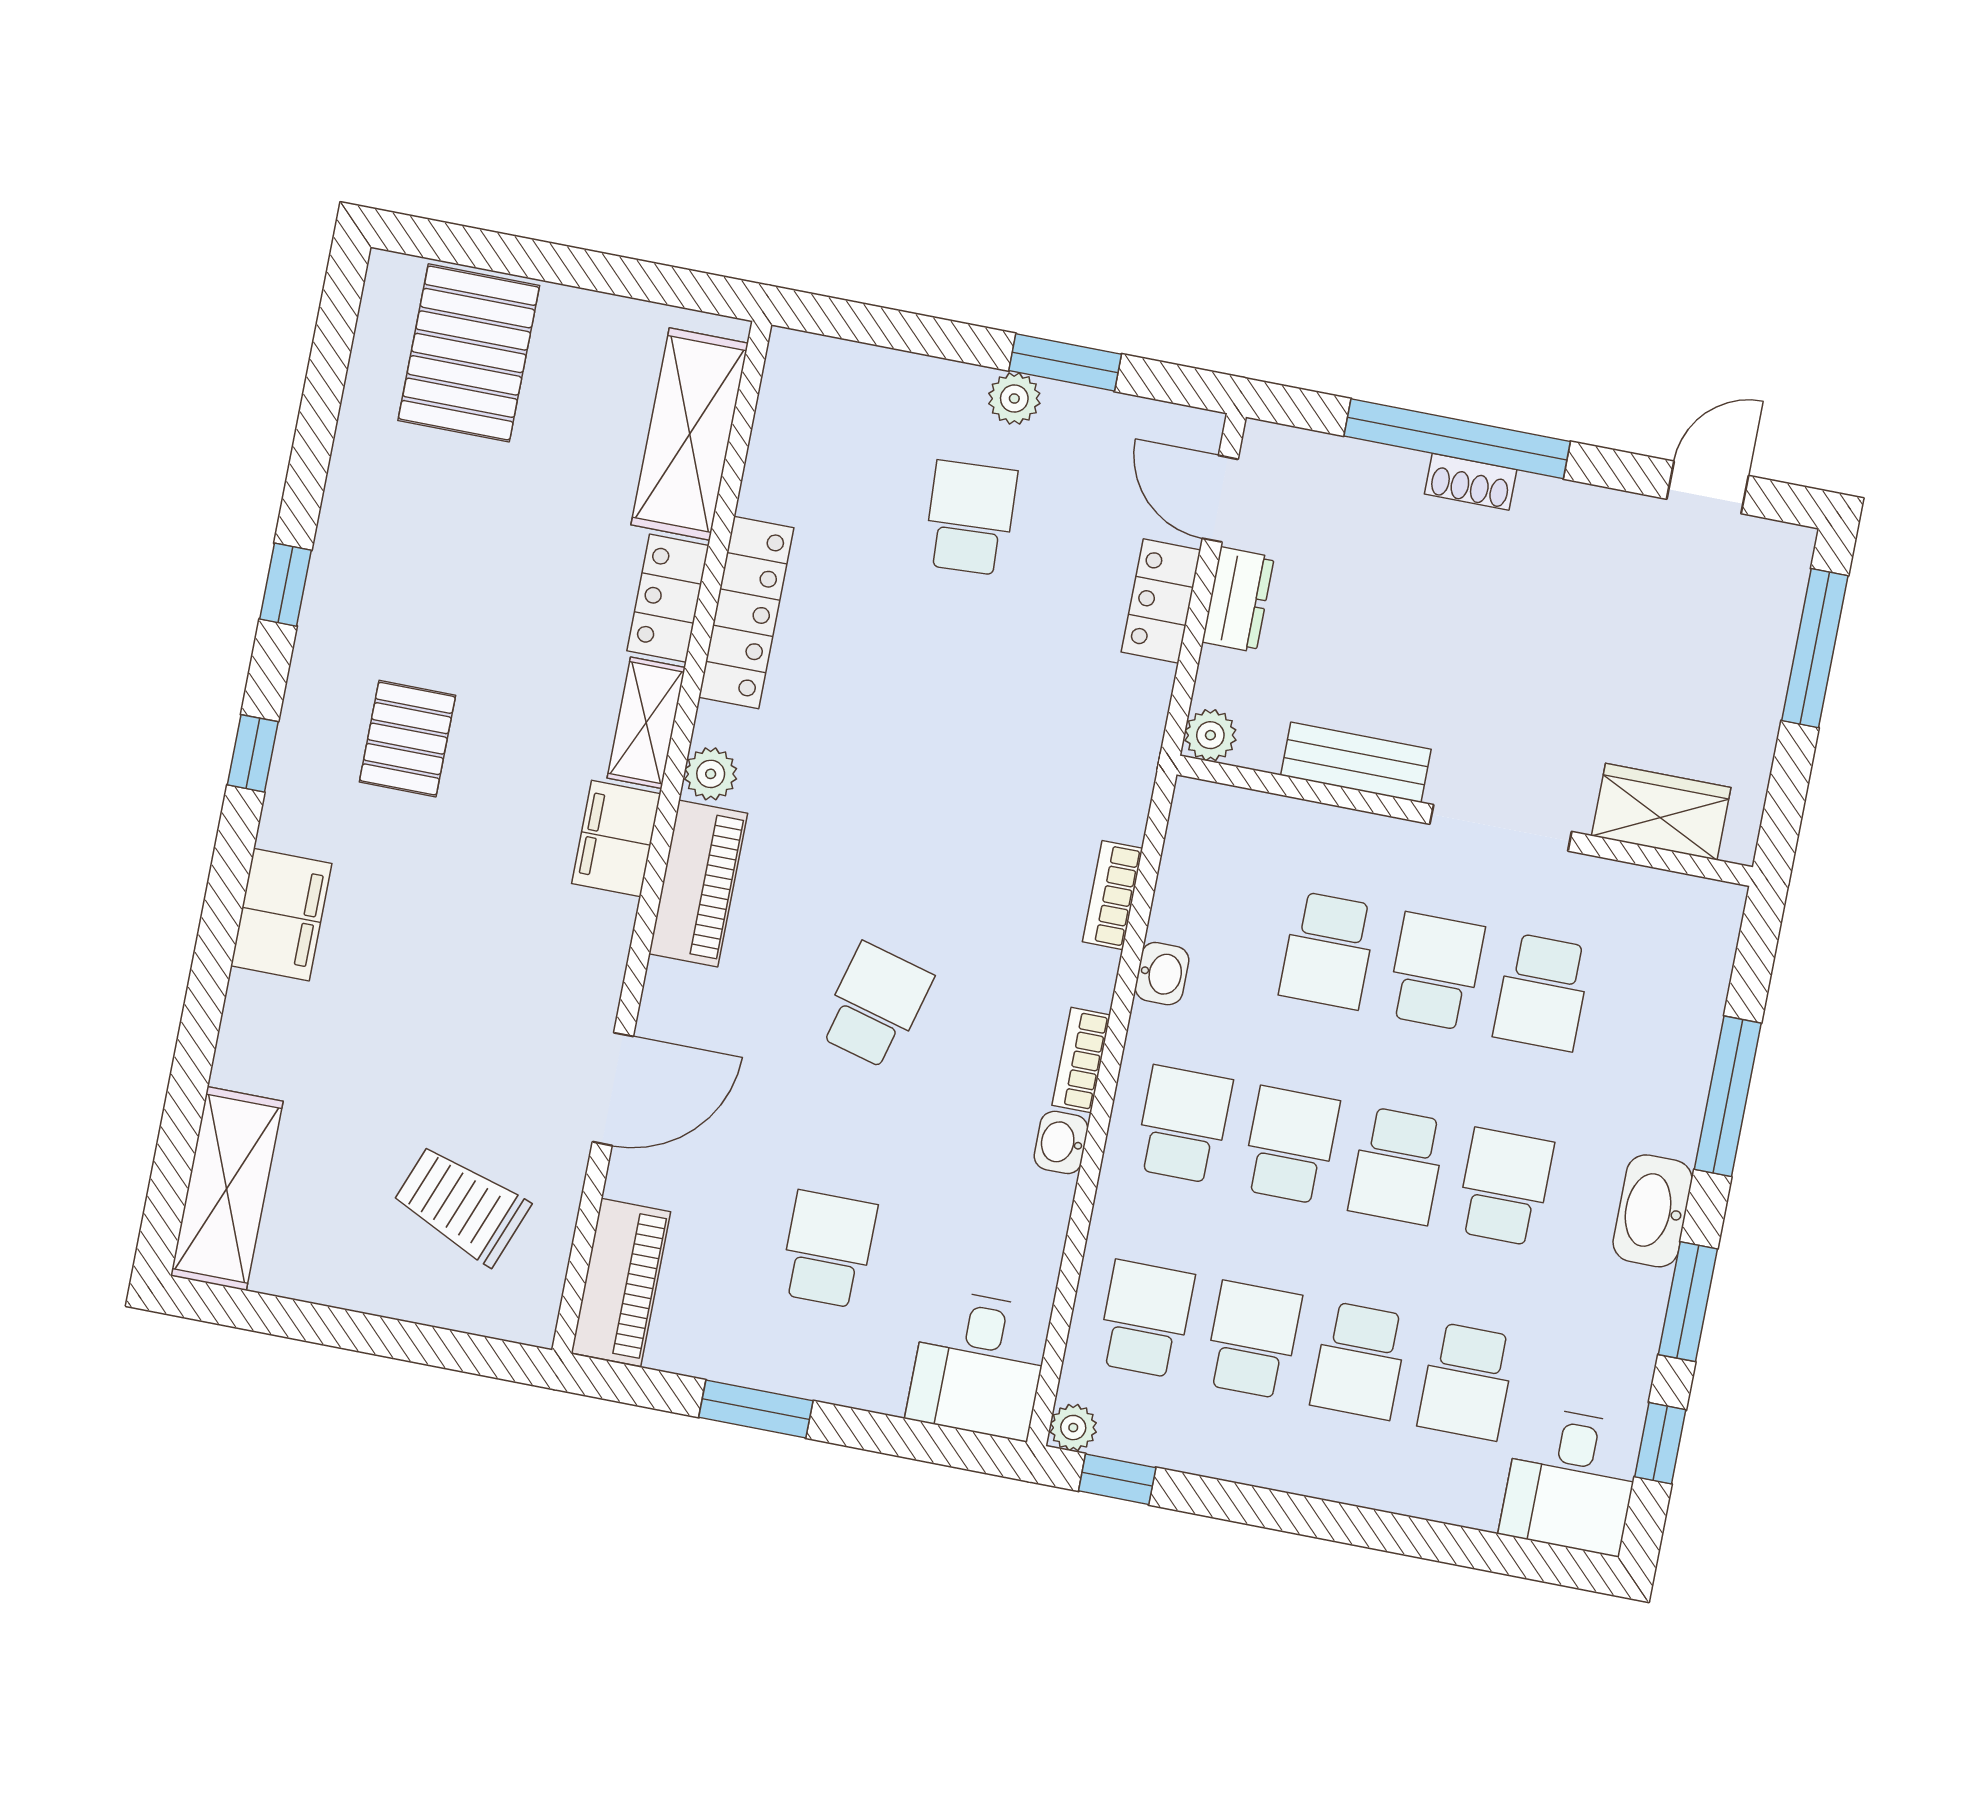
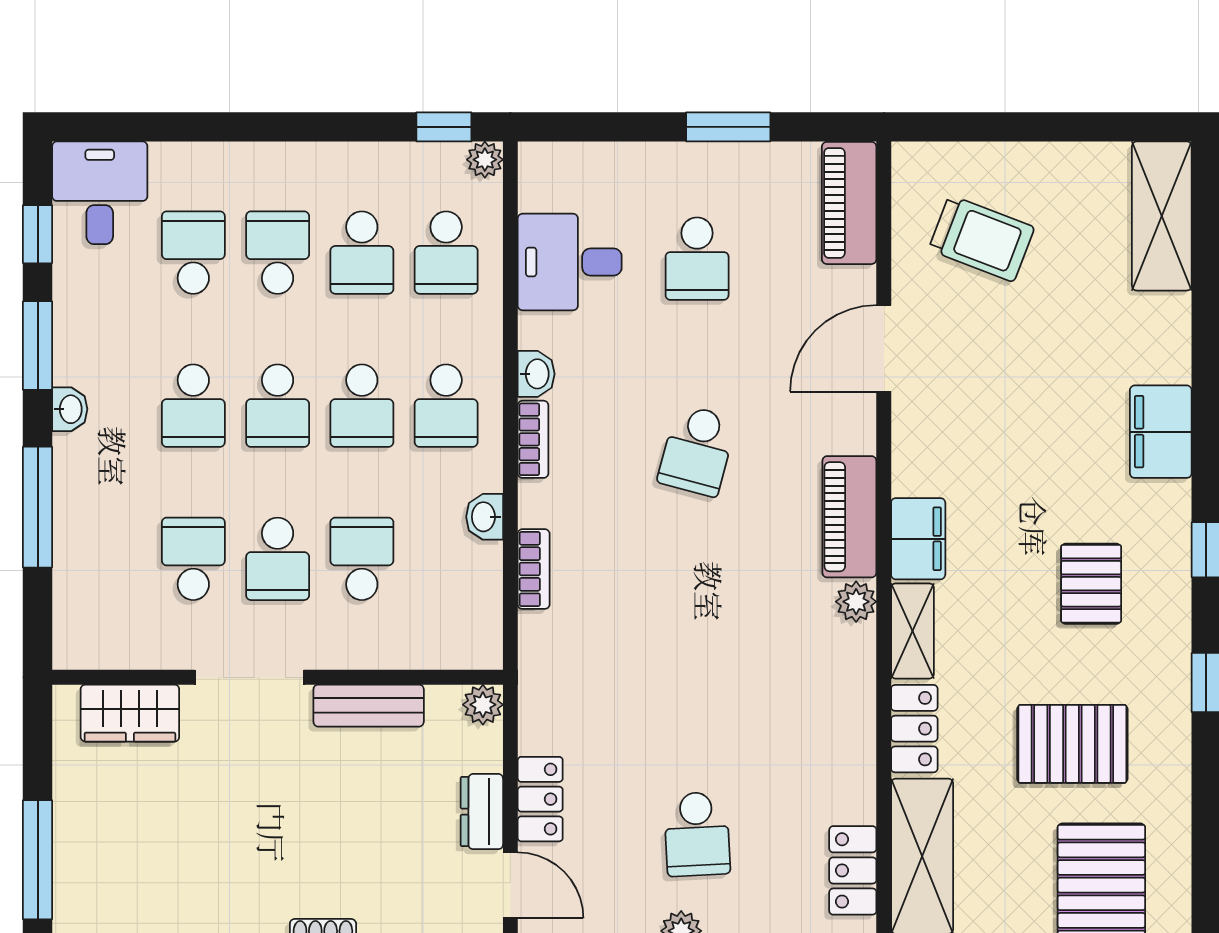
pallet: (471, 540) -> (1072, 744), added
locker: (746, 613) -> (853, 870), moved, width x0.66
school desk: (1398, 1166) -> (278, 406), turned 180
washbasin: (1653, 1211) -> (70, 409), width x0.52, depth x0.69
desk: (979, 1364) -> (570, 262), moved, turned -90

